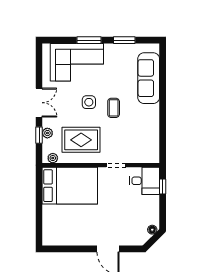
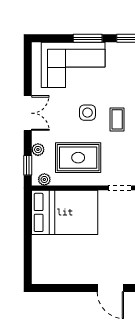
window: (39, 135) -> (28, 165), moved

